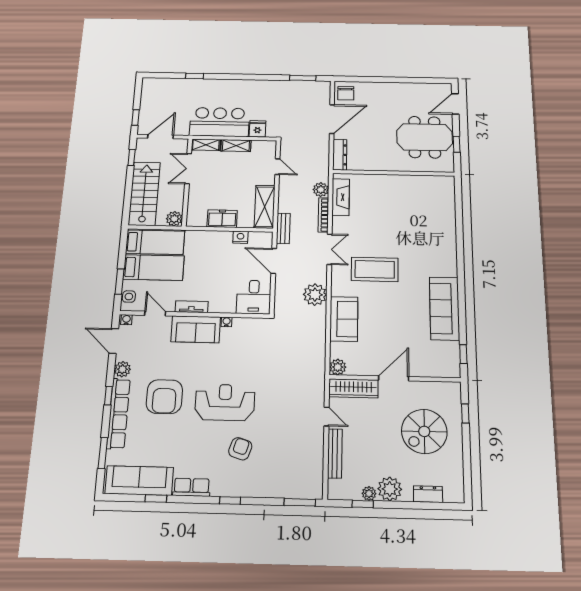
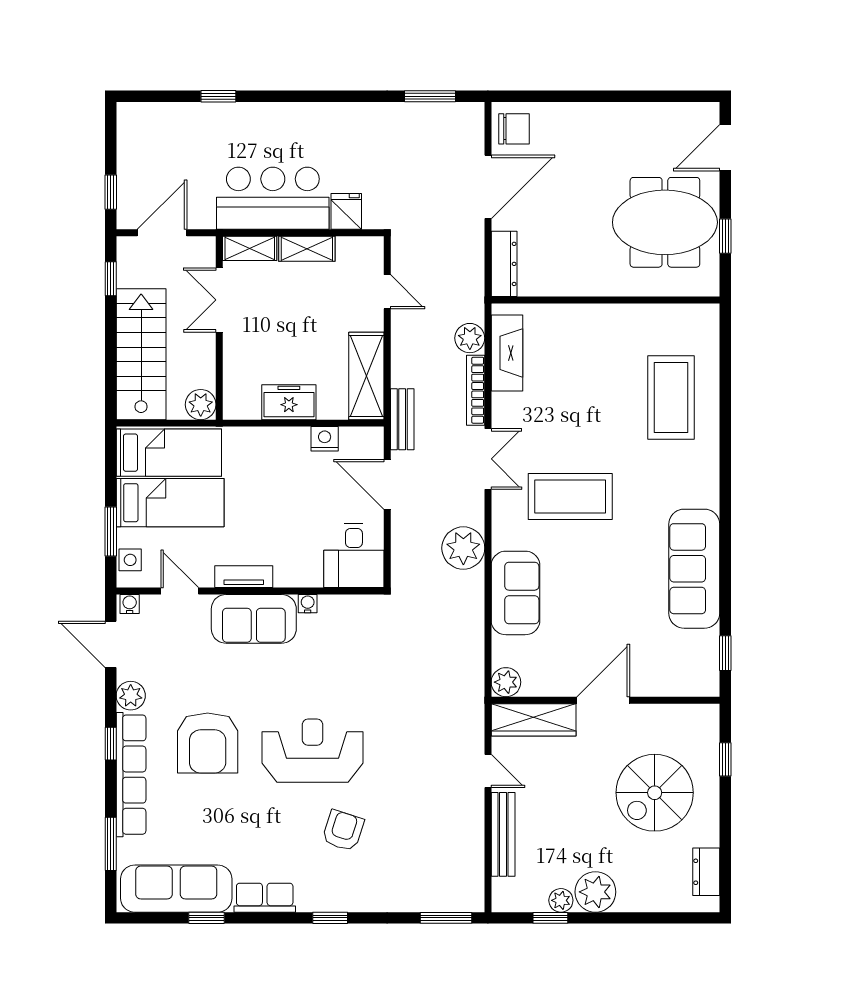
chair: (346, 93) -> (514, 129), turned -90
coffee table: (430, 221) -> (671, 398), added
dresser: (428, 494) -> (706, 872), moved, turned -90

